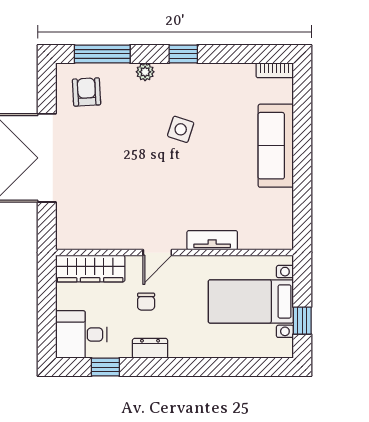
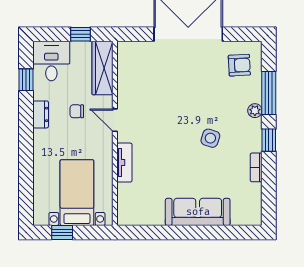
window: (102, 54) -> (269, 93), moved
bookcase: (275, 70) -> (256, 167), moved
window: (47, 297) -> (80, 34), added

